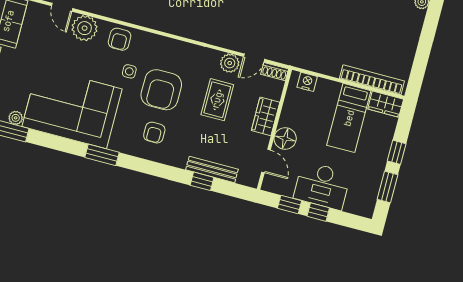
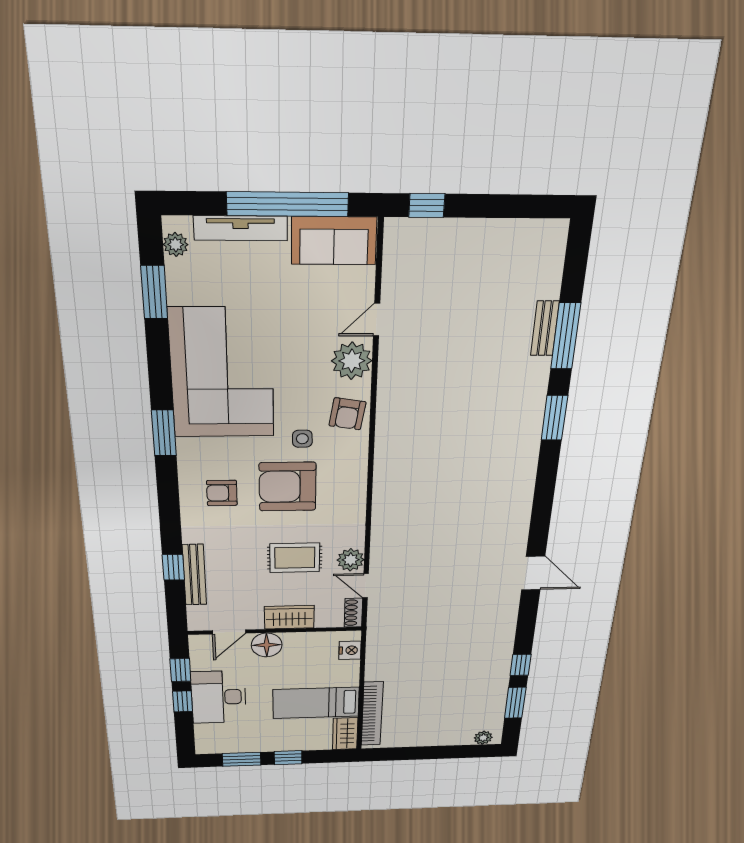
armchair: (120, 39) -> (347, 414), turned -81
plant: (16, 118) -> (178, 293), removed

